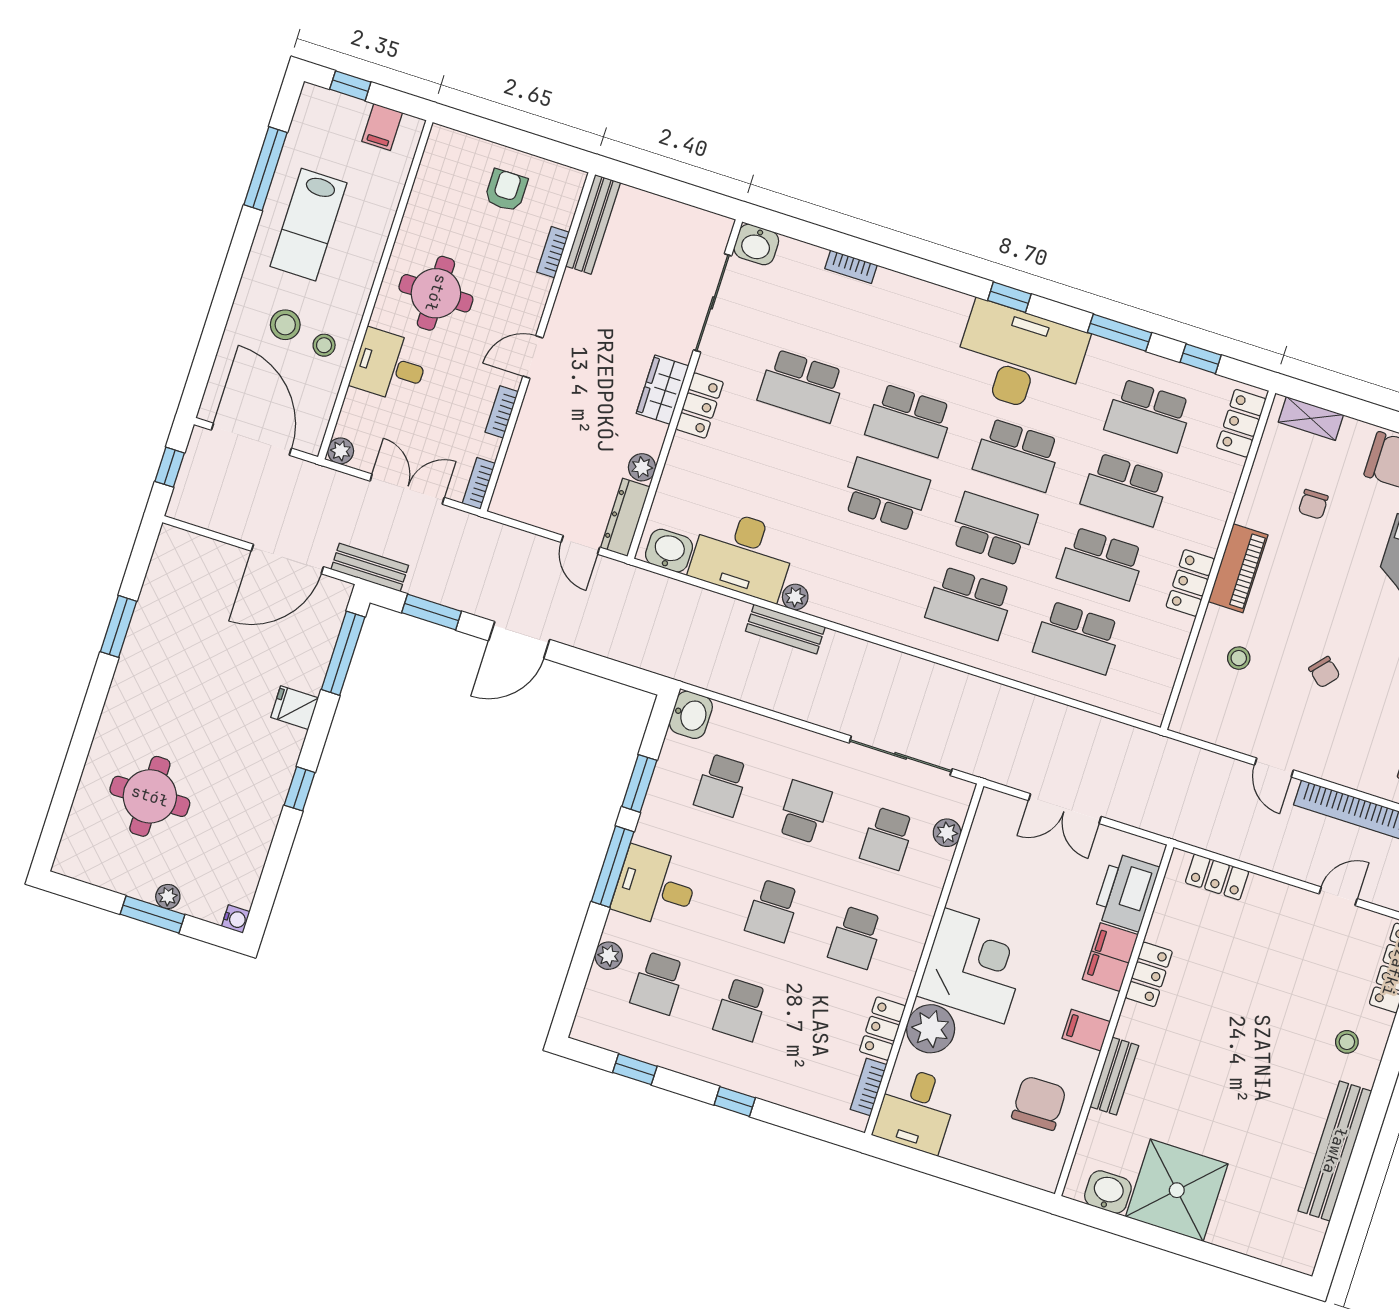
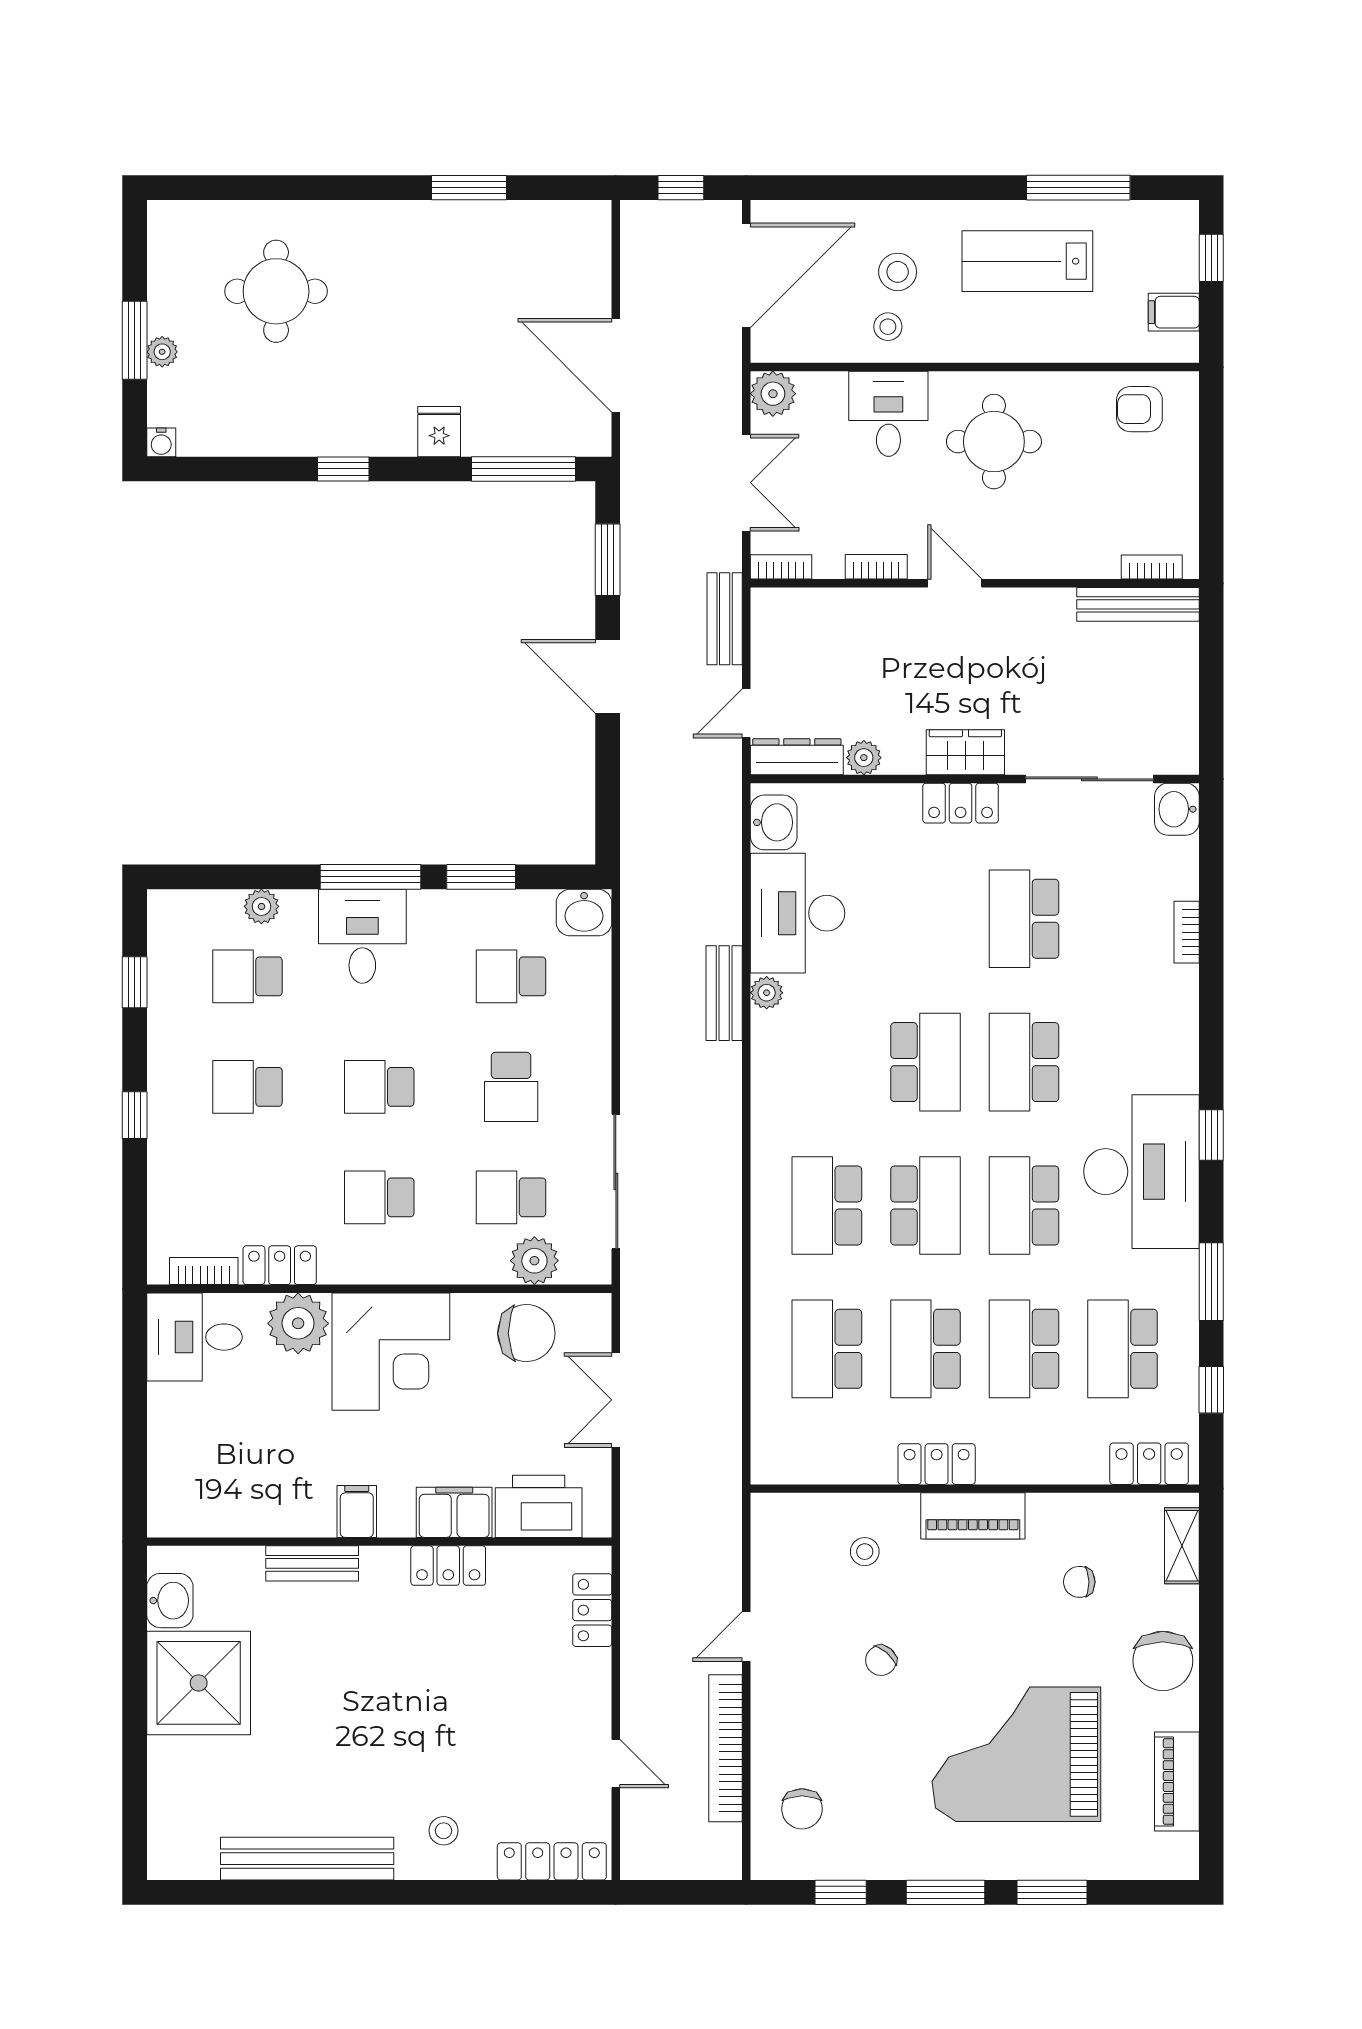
armchair: (506, 190) -> (1139, 409), moved, turned 180
bookcase: (553, 252) -> (1152, 567), moved
plant: (341, 451) -> (773, 394), width x1.38, depth x1.38
bench: (370, 567) -> (725, 619), moved
school desk: (804, 812) -> (511, 1087), turned 90
plant: (947, 833) -> (534, 1261), width x1.38, depth x1.38
chair: (1039, 1103) -> (526, 1333), moved

